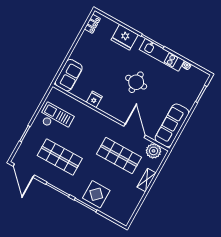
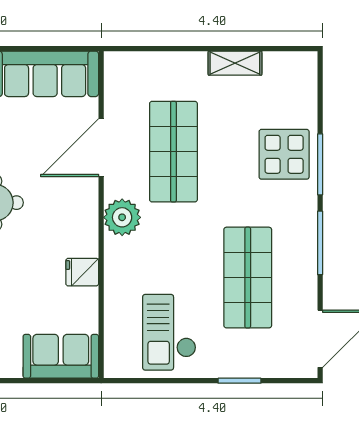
plant: (154, 151) -> (122, 217), moved
shelving: (147, 180) -> (235, 63), moved

